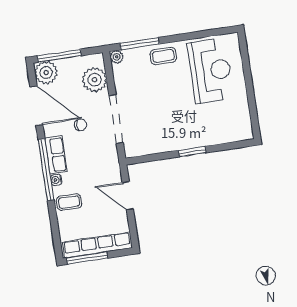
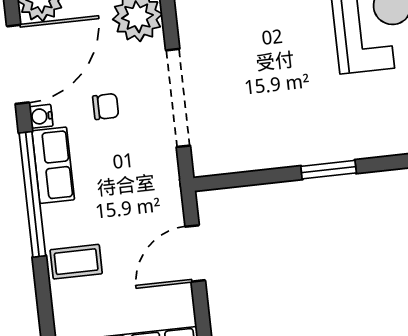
door: (36, 106) -> (18, 64), hinge flipped
water cooler: (56, 180) -> (41, 116), moved
door: (128, 196) -> (195, 253), hinge flipped

